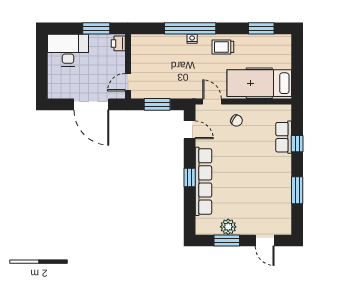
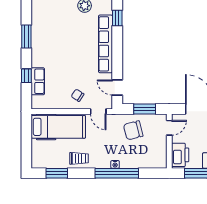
printer: (118, 43) -> (180, 155), width x1.87, depth x1.48
trolley: (223, 47) -> (79, 158), moved
chair: (171, 79) -> (133, 130), added
window: (190, 178) -> (117, 18), moved

